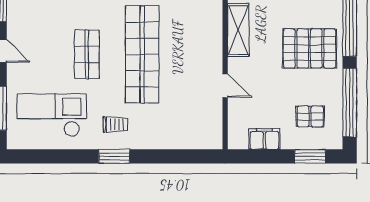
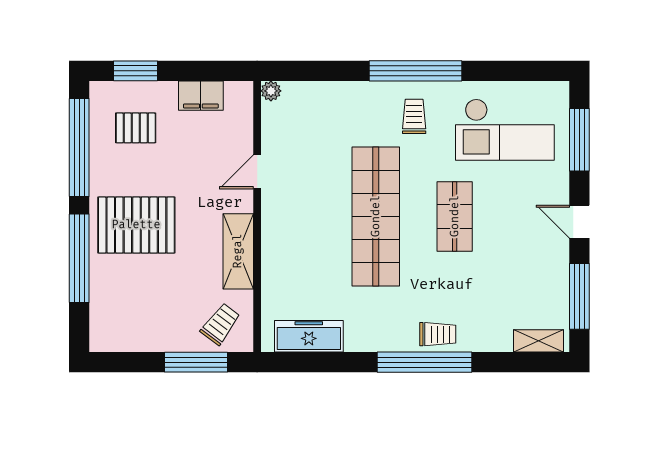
door: (225, 86) -> (257, 172), hinge flipped
trolley: (115, 124) -> (414, 116), turned 90
plant: (215, 142) -> (271, 91), added
window: (114, 156) -> (415, 71), width x2.11

